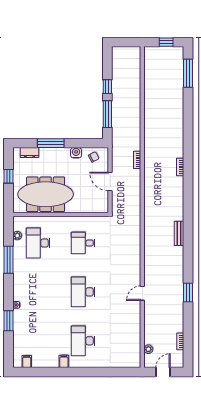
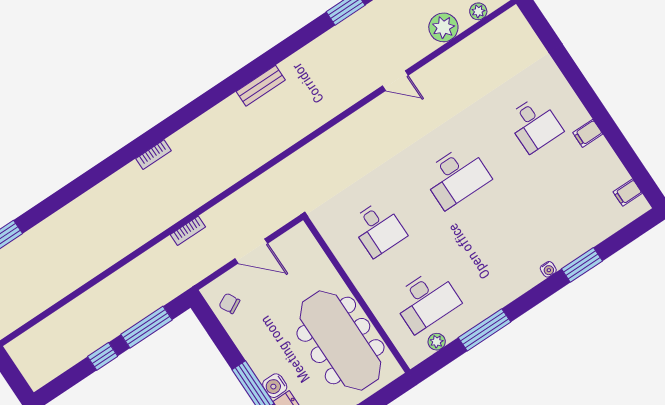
water cooler: (76, 153) -> (275, 386), moved
door: (110, 182) -> (251, 251), hinge flipped
plant: (151, 329) -> (443, 27), added
desk: (83, 341) -> (534, 124), width x0.73

